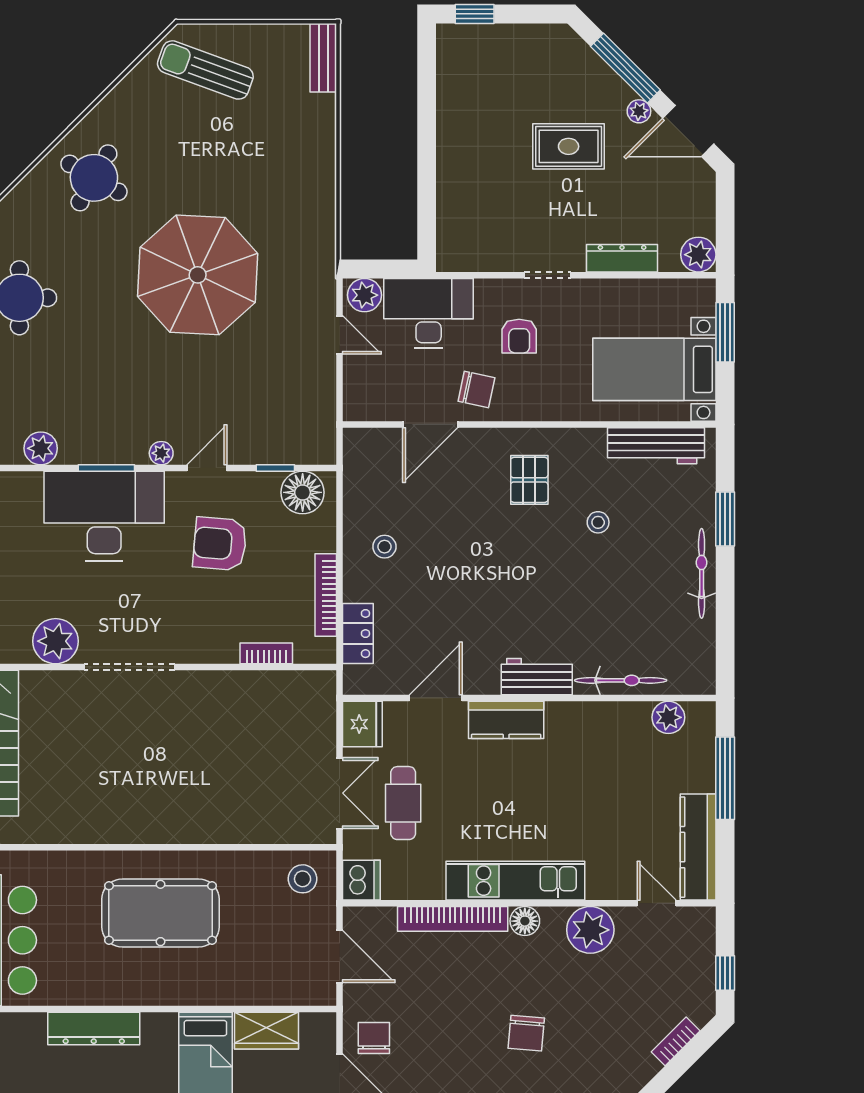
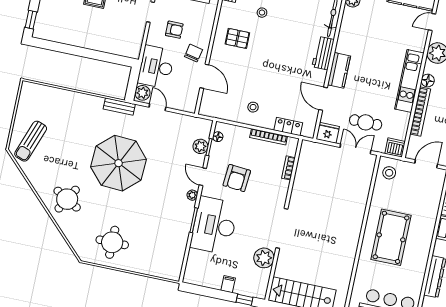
bench: (323, 58) -> (119, 107), moved
door: (340, 335) -> (157, 107), hinge flipped
plant: (41, 448) -> (200, 146), moved
floor lamp: (303, 492) -> (218, 137), width x0.53, depth x0.53

